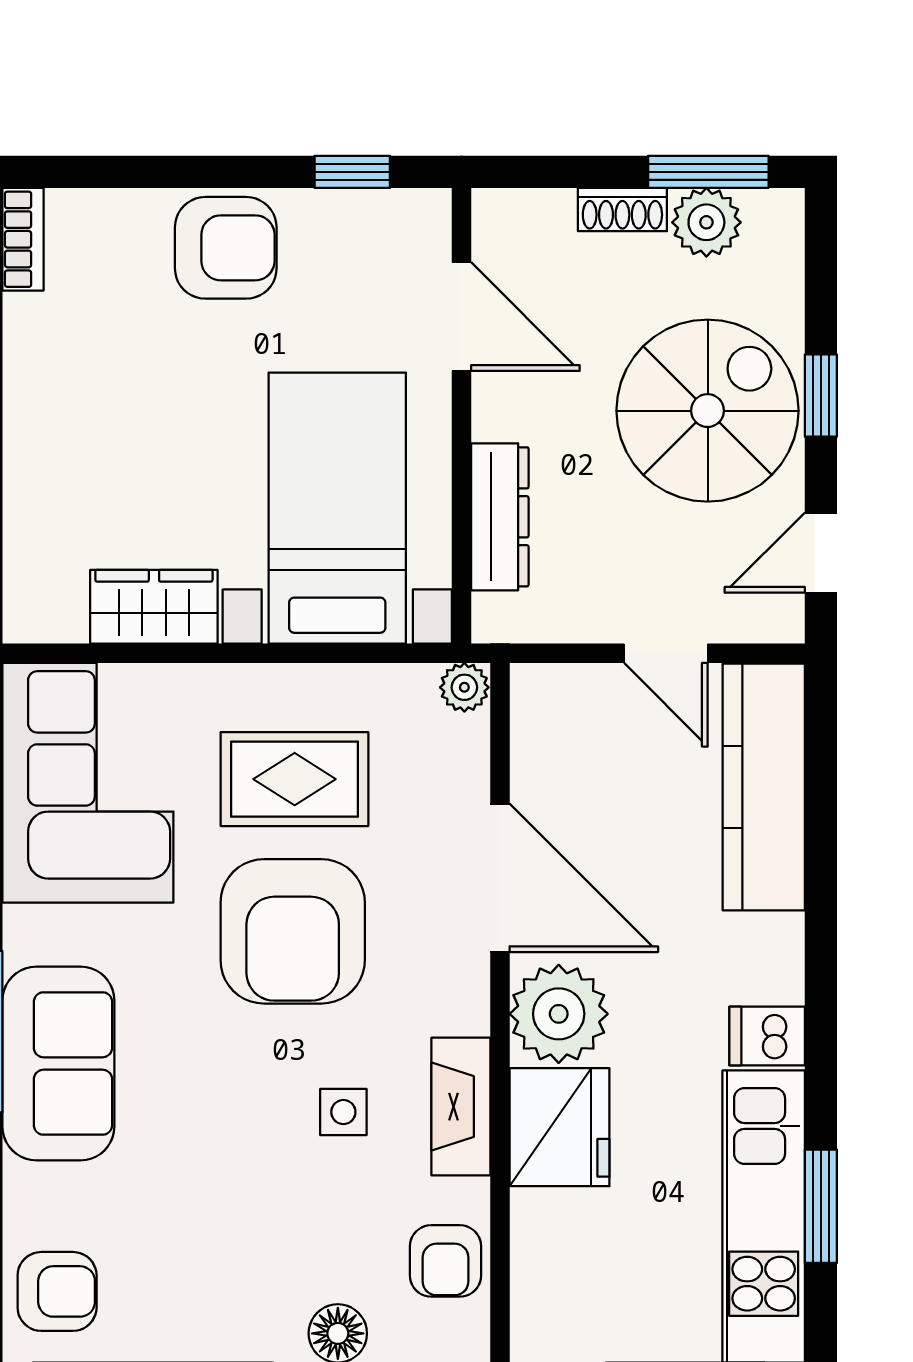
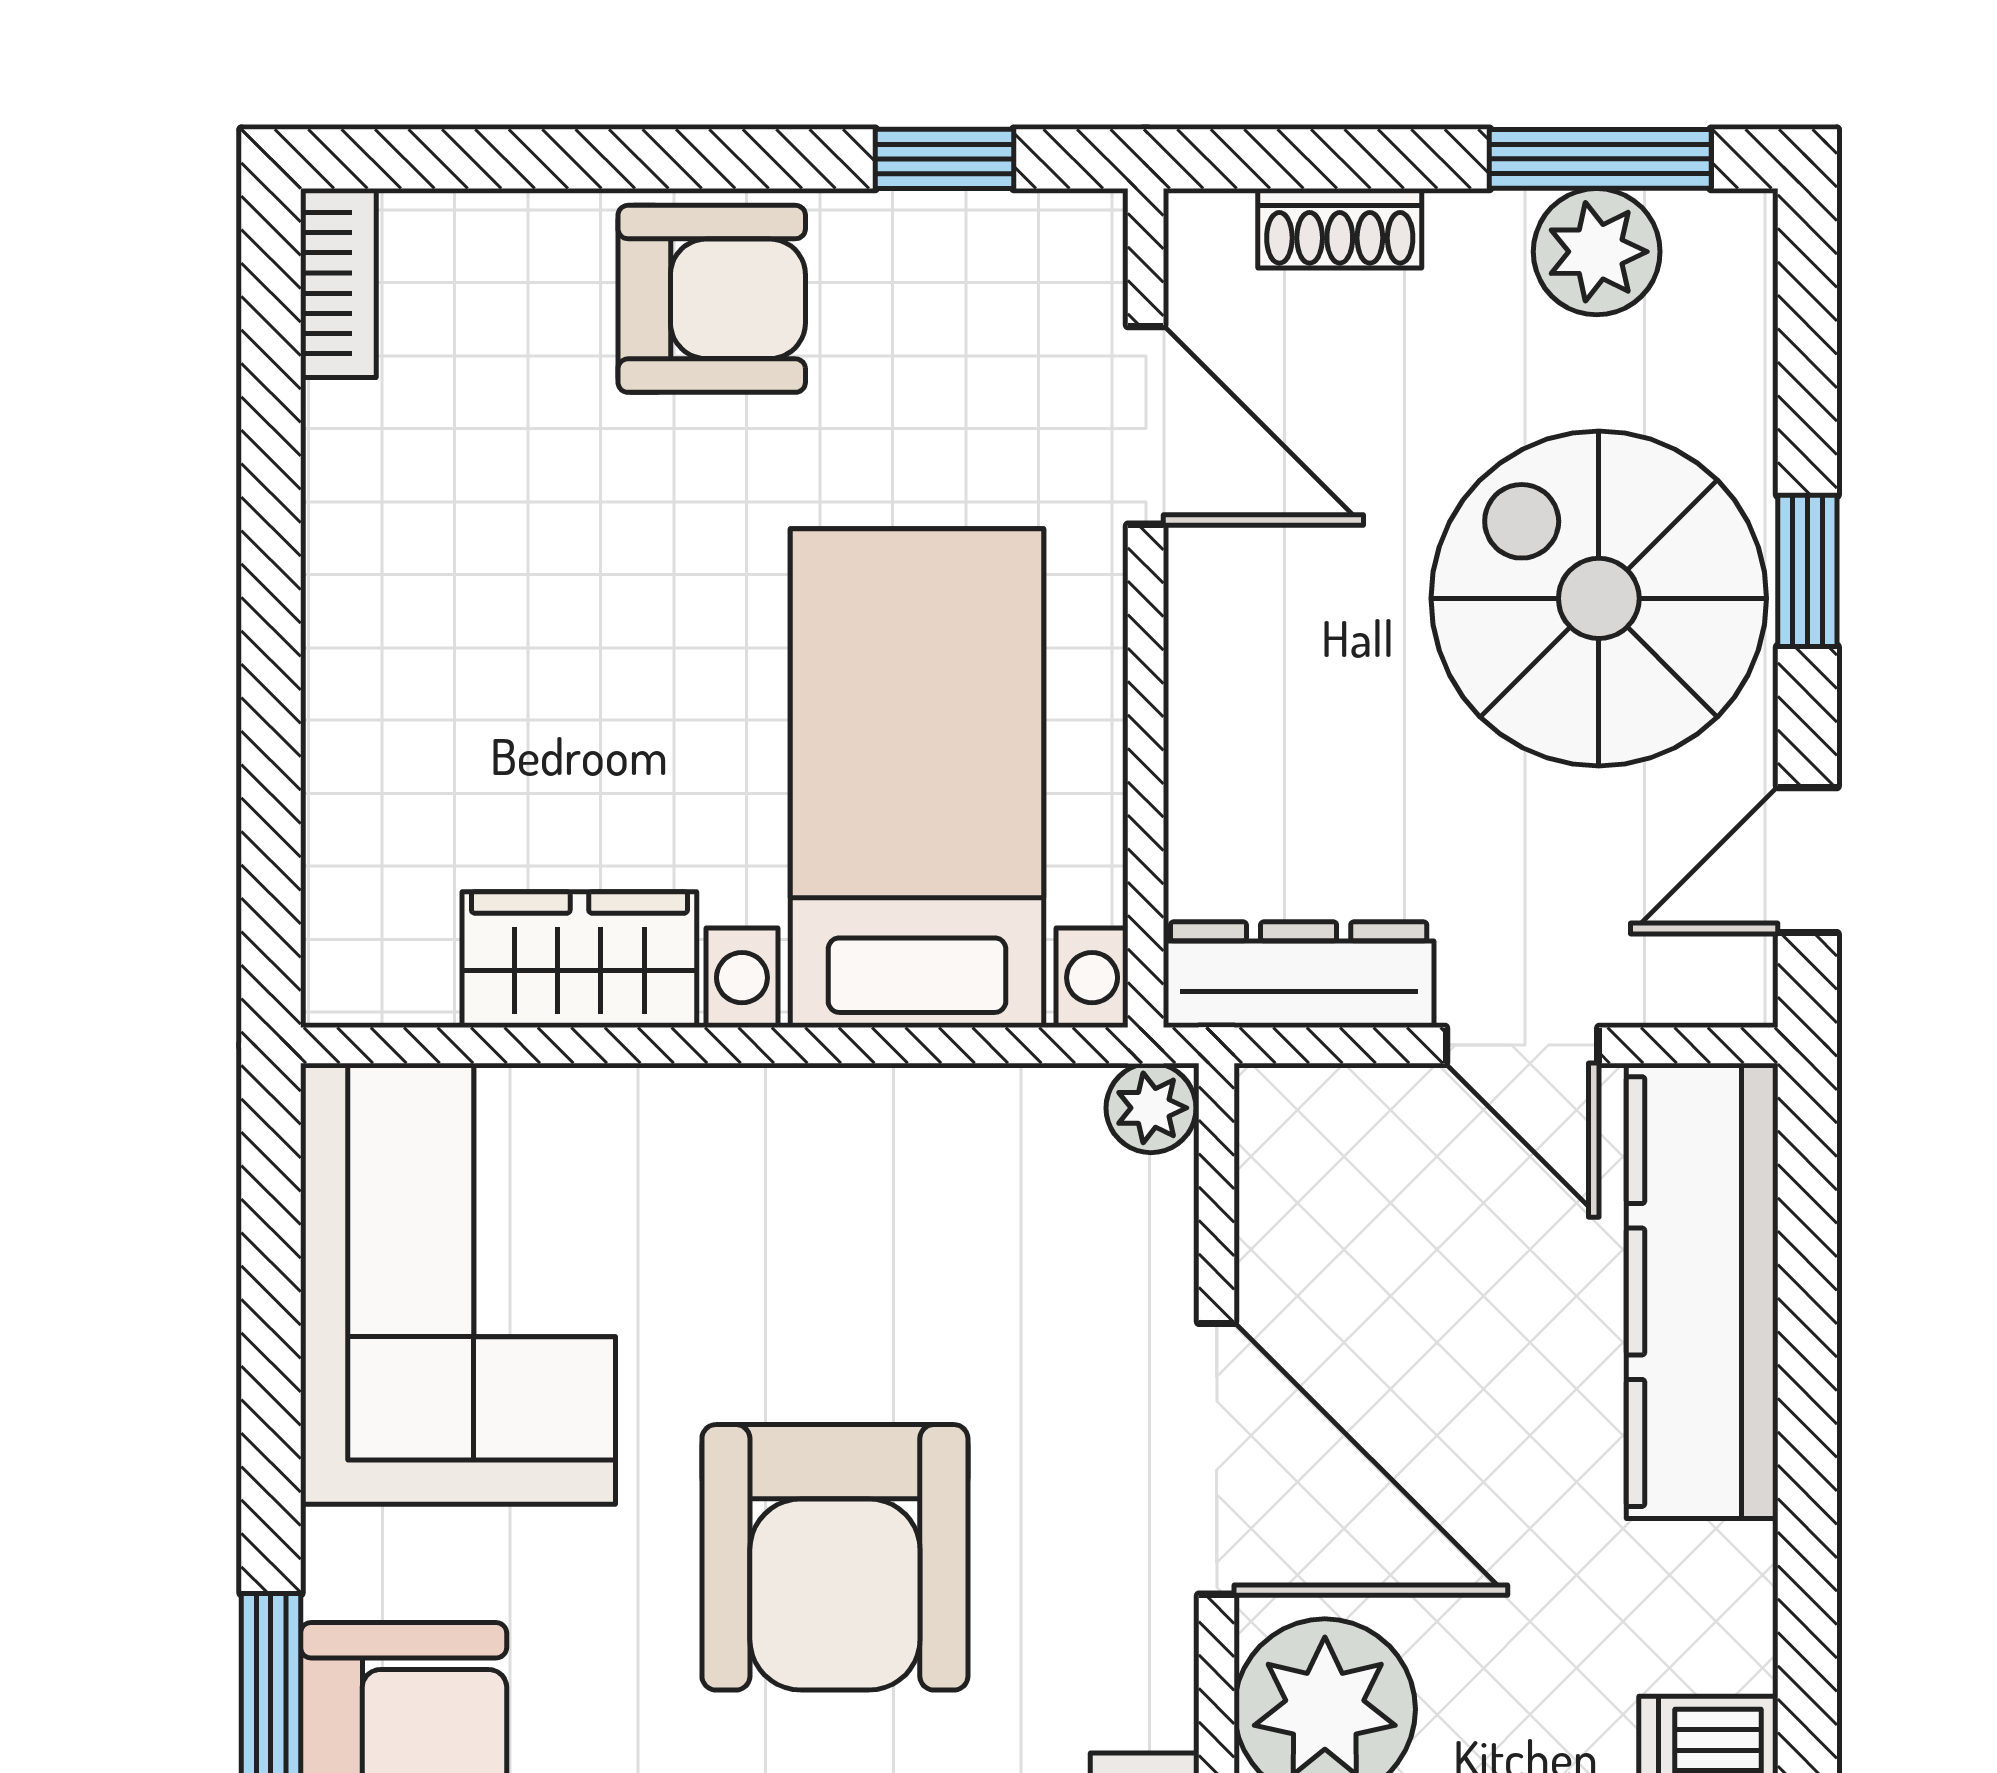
shoe rack: (622, 210) -> (1340, 228), moved
spiral stairs: (708, 411) -> (1599, 598), turned -90
dresser: (500, 517) -> (1299, 975), moved, turned -90
rug: (295, 779) -> (838, 1277), removed

